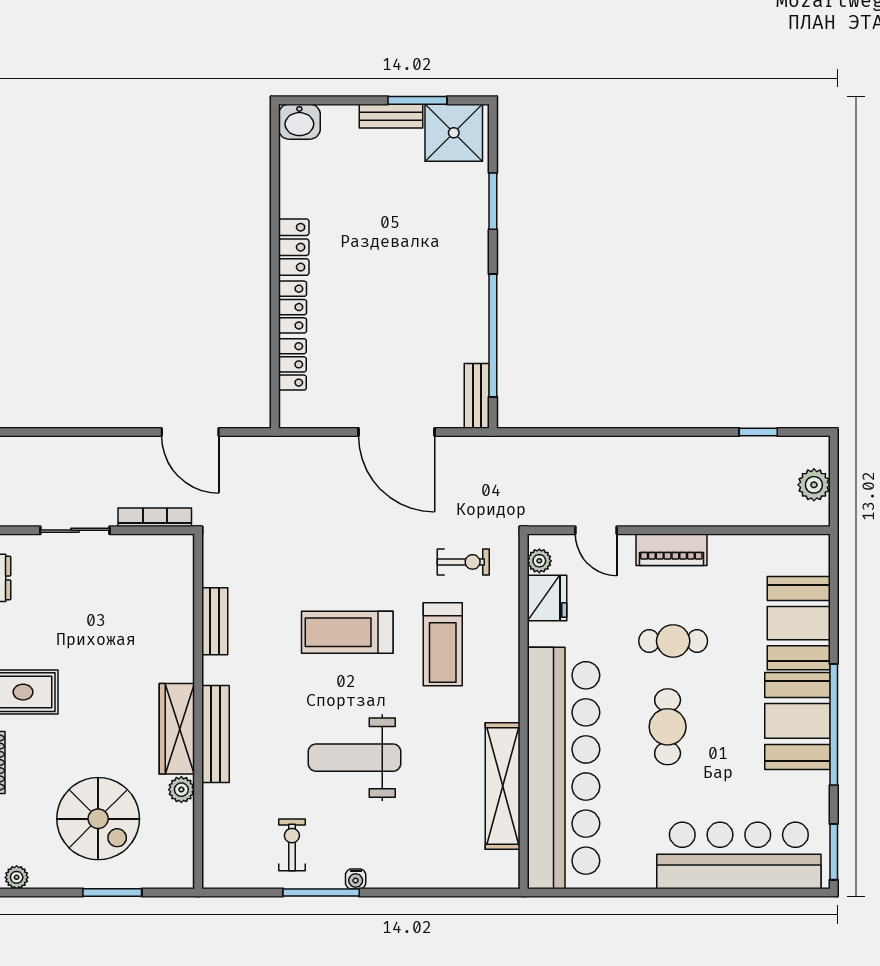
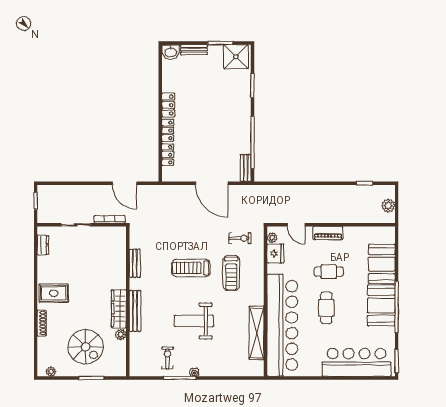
bench: (391, 116) -> (194, 50), moved

